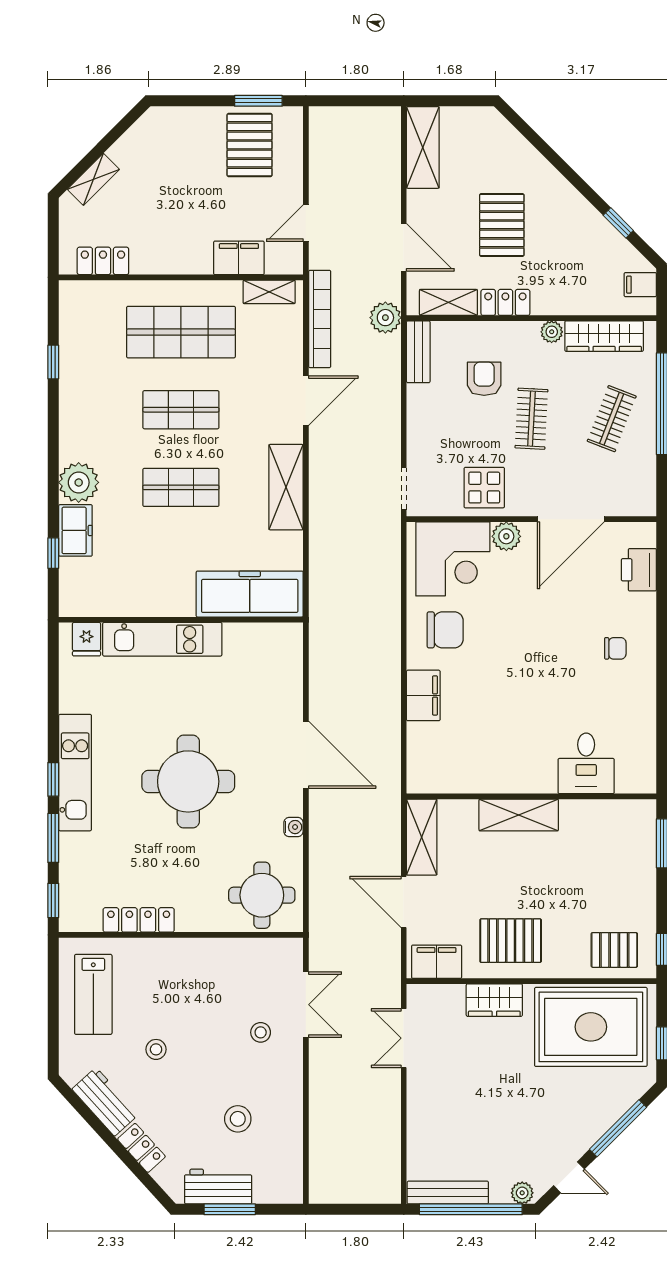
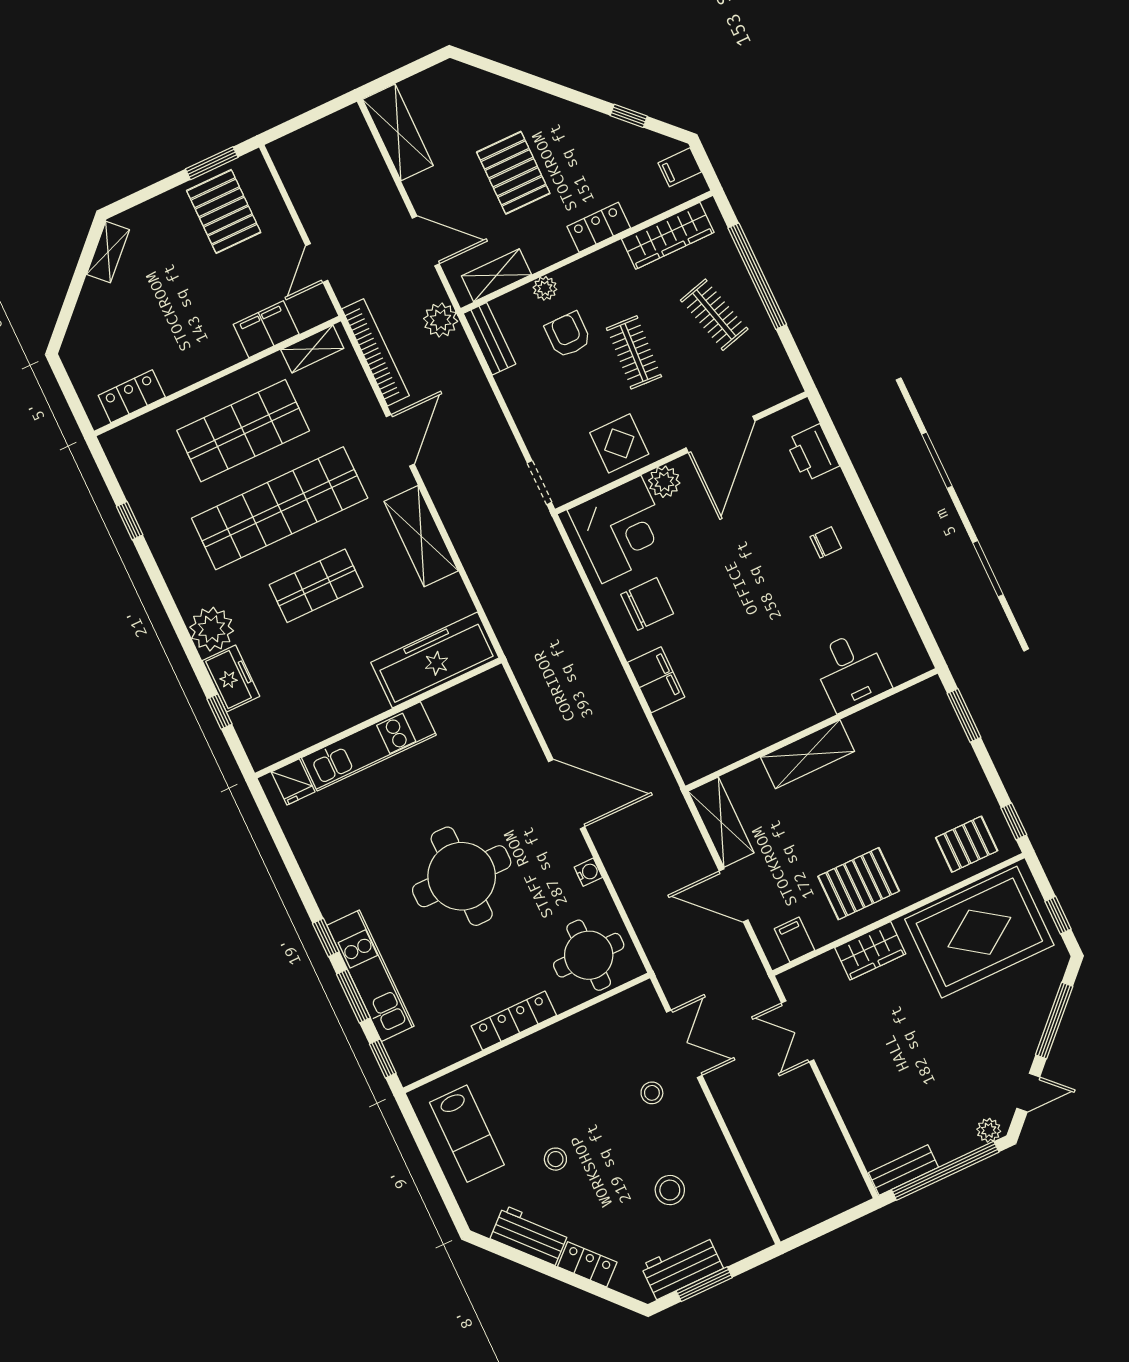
shelving: (93, 179) -> (108, 252), moved
locker: (505, 302) -> (599, 227), moved
plant: (552, 332) -> (545, 288), moved
shop shelf: (181, 410) -> (280, 508), width x2.00, depth x1.36
clothes rail: (612, 419) -> (714, 315), turned -36
kitchen unit: (75, 773) -> (370, 976), moved
locker: (139, 920) -> (514, 1021), moved
filing cabinet: (437, 962) -> (795, 940), width x0.50
bench: (448, 1192) -> (903, 1170), width x0.73

